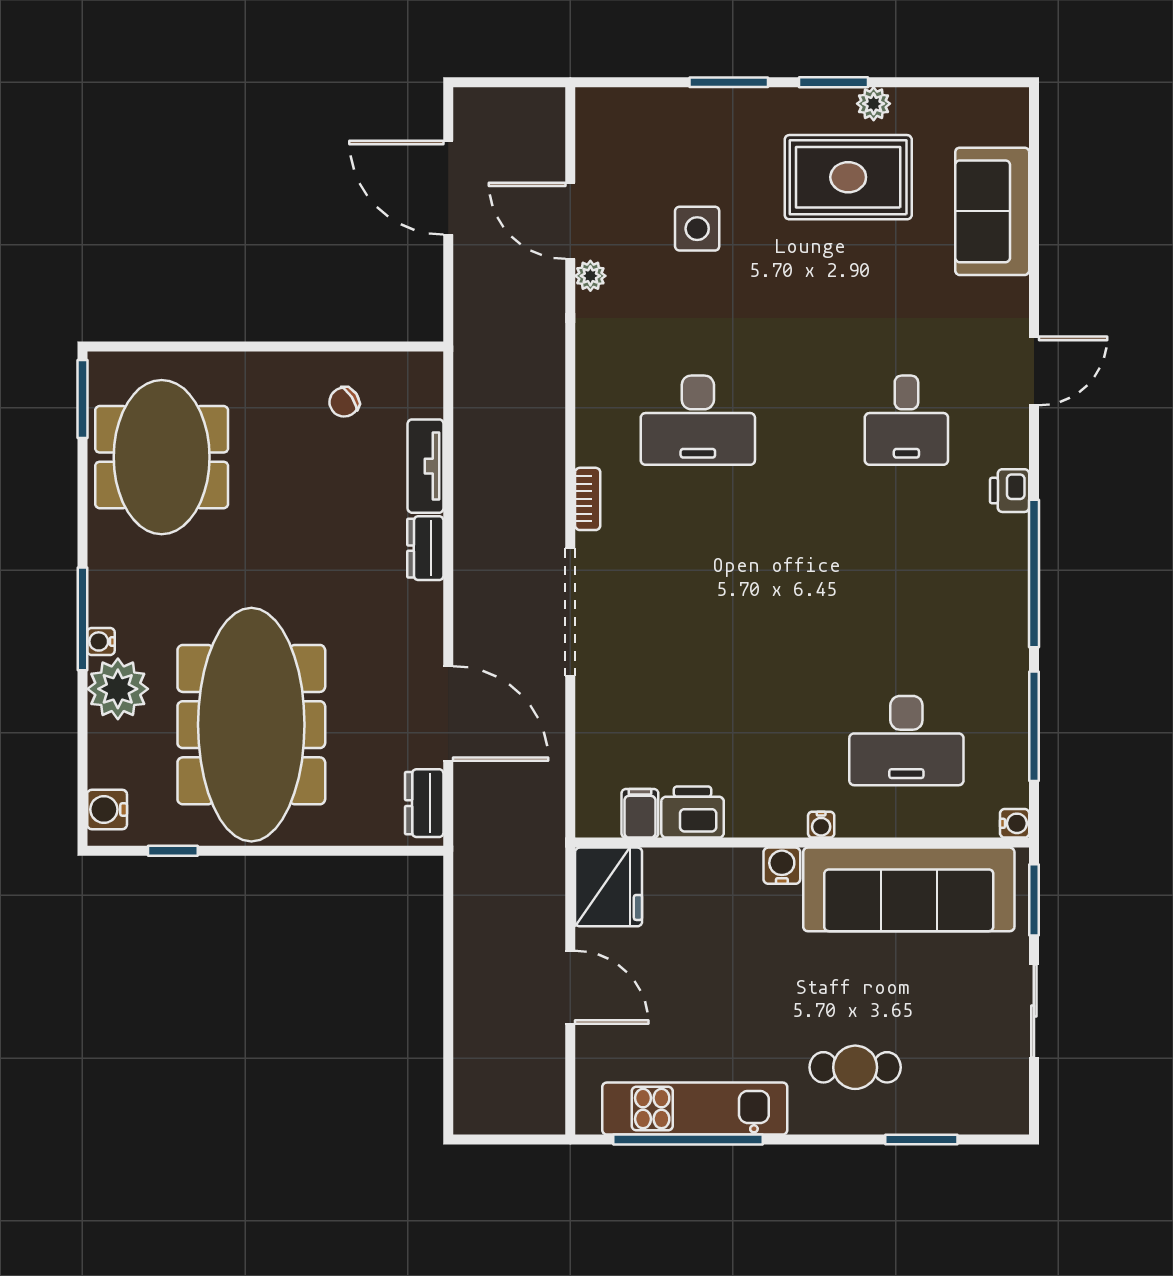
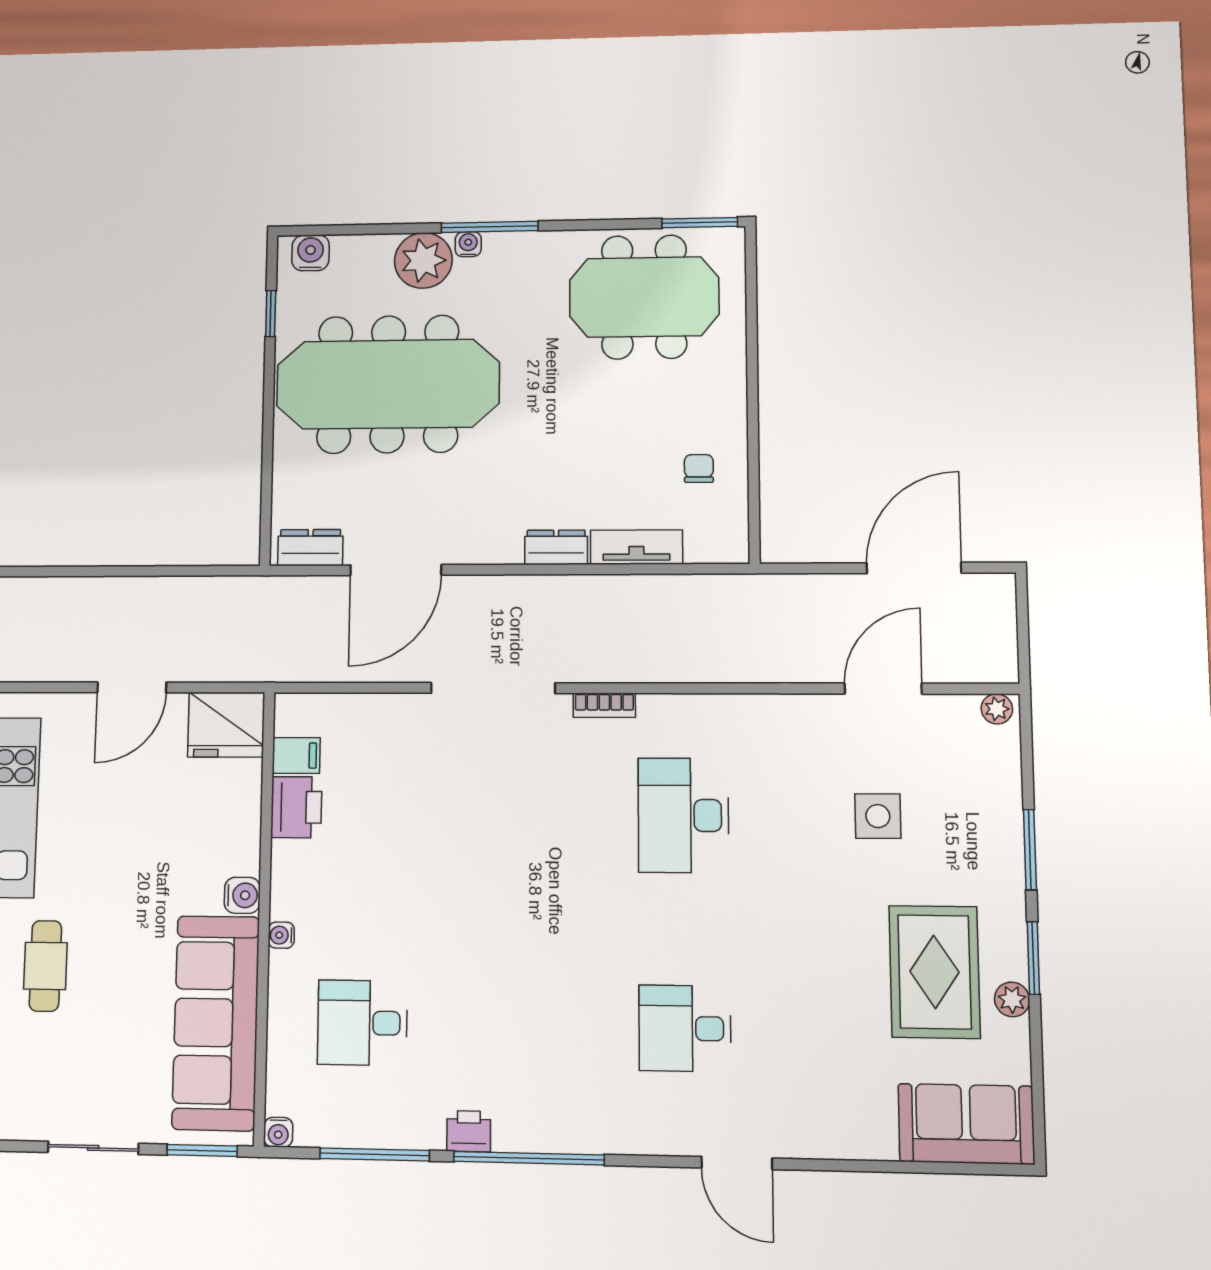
sofa: (992, 211) -> (966, 1124), moved
plant: (590, 276) -> (997, 709), moved
chair: (344, 402) -> (699, 468), turned 34
printer: (1010, 491) -> (469, 1131), moved
desk: (906, 741) -> (362, 1023), width x0.73

